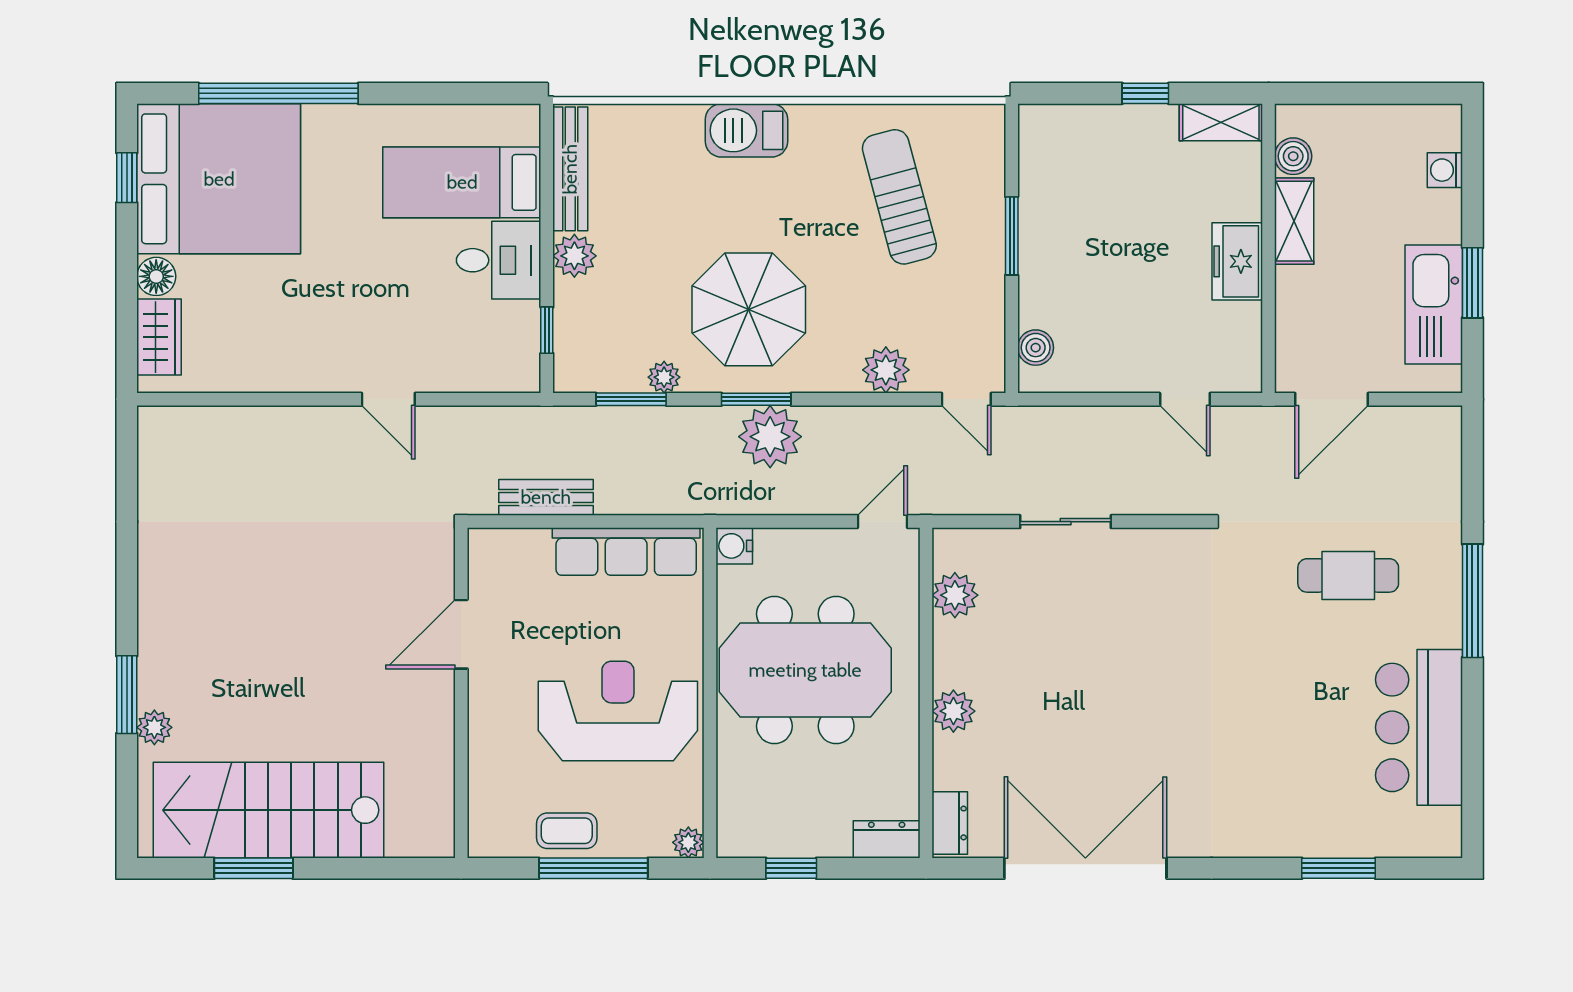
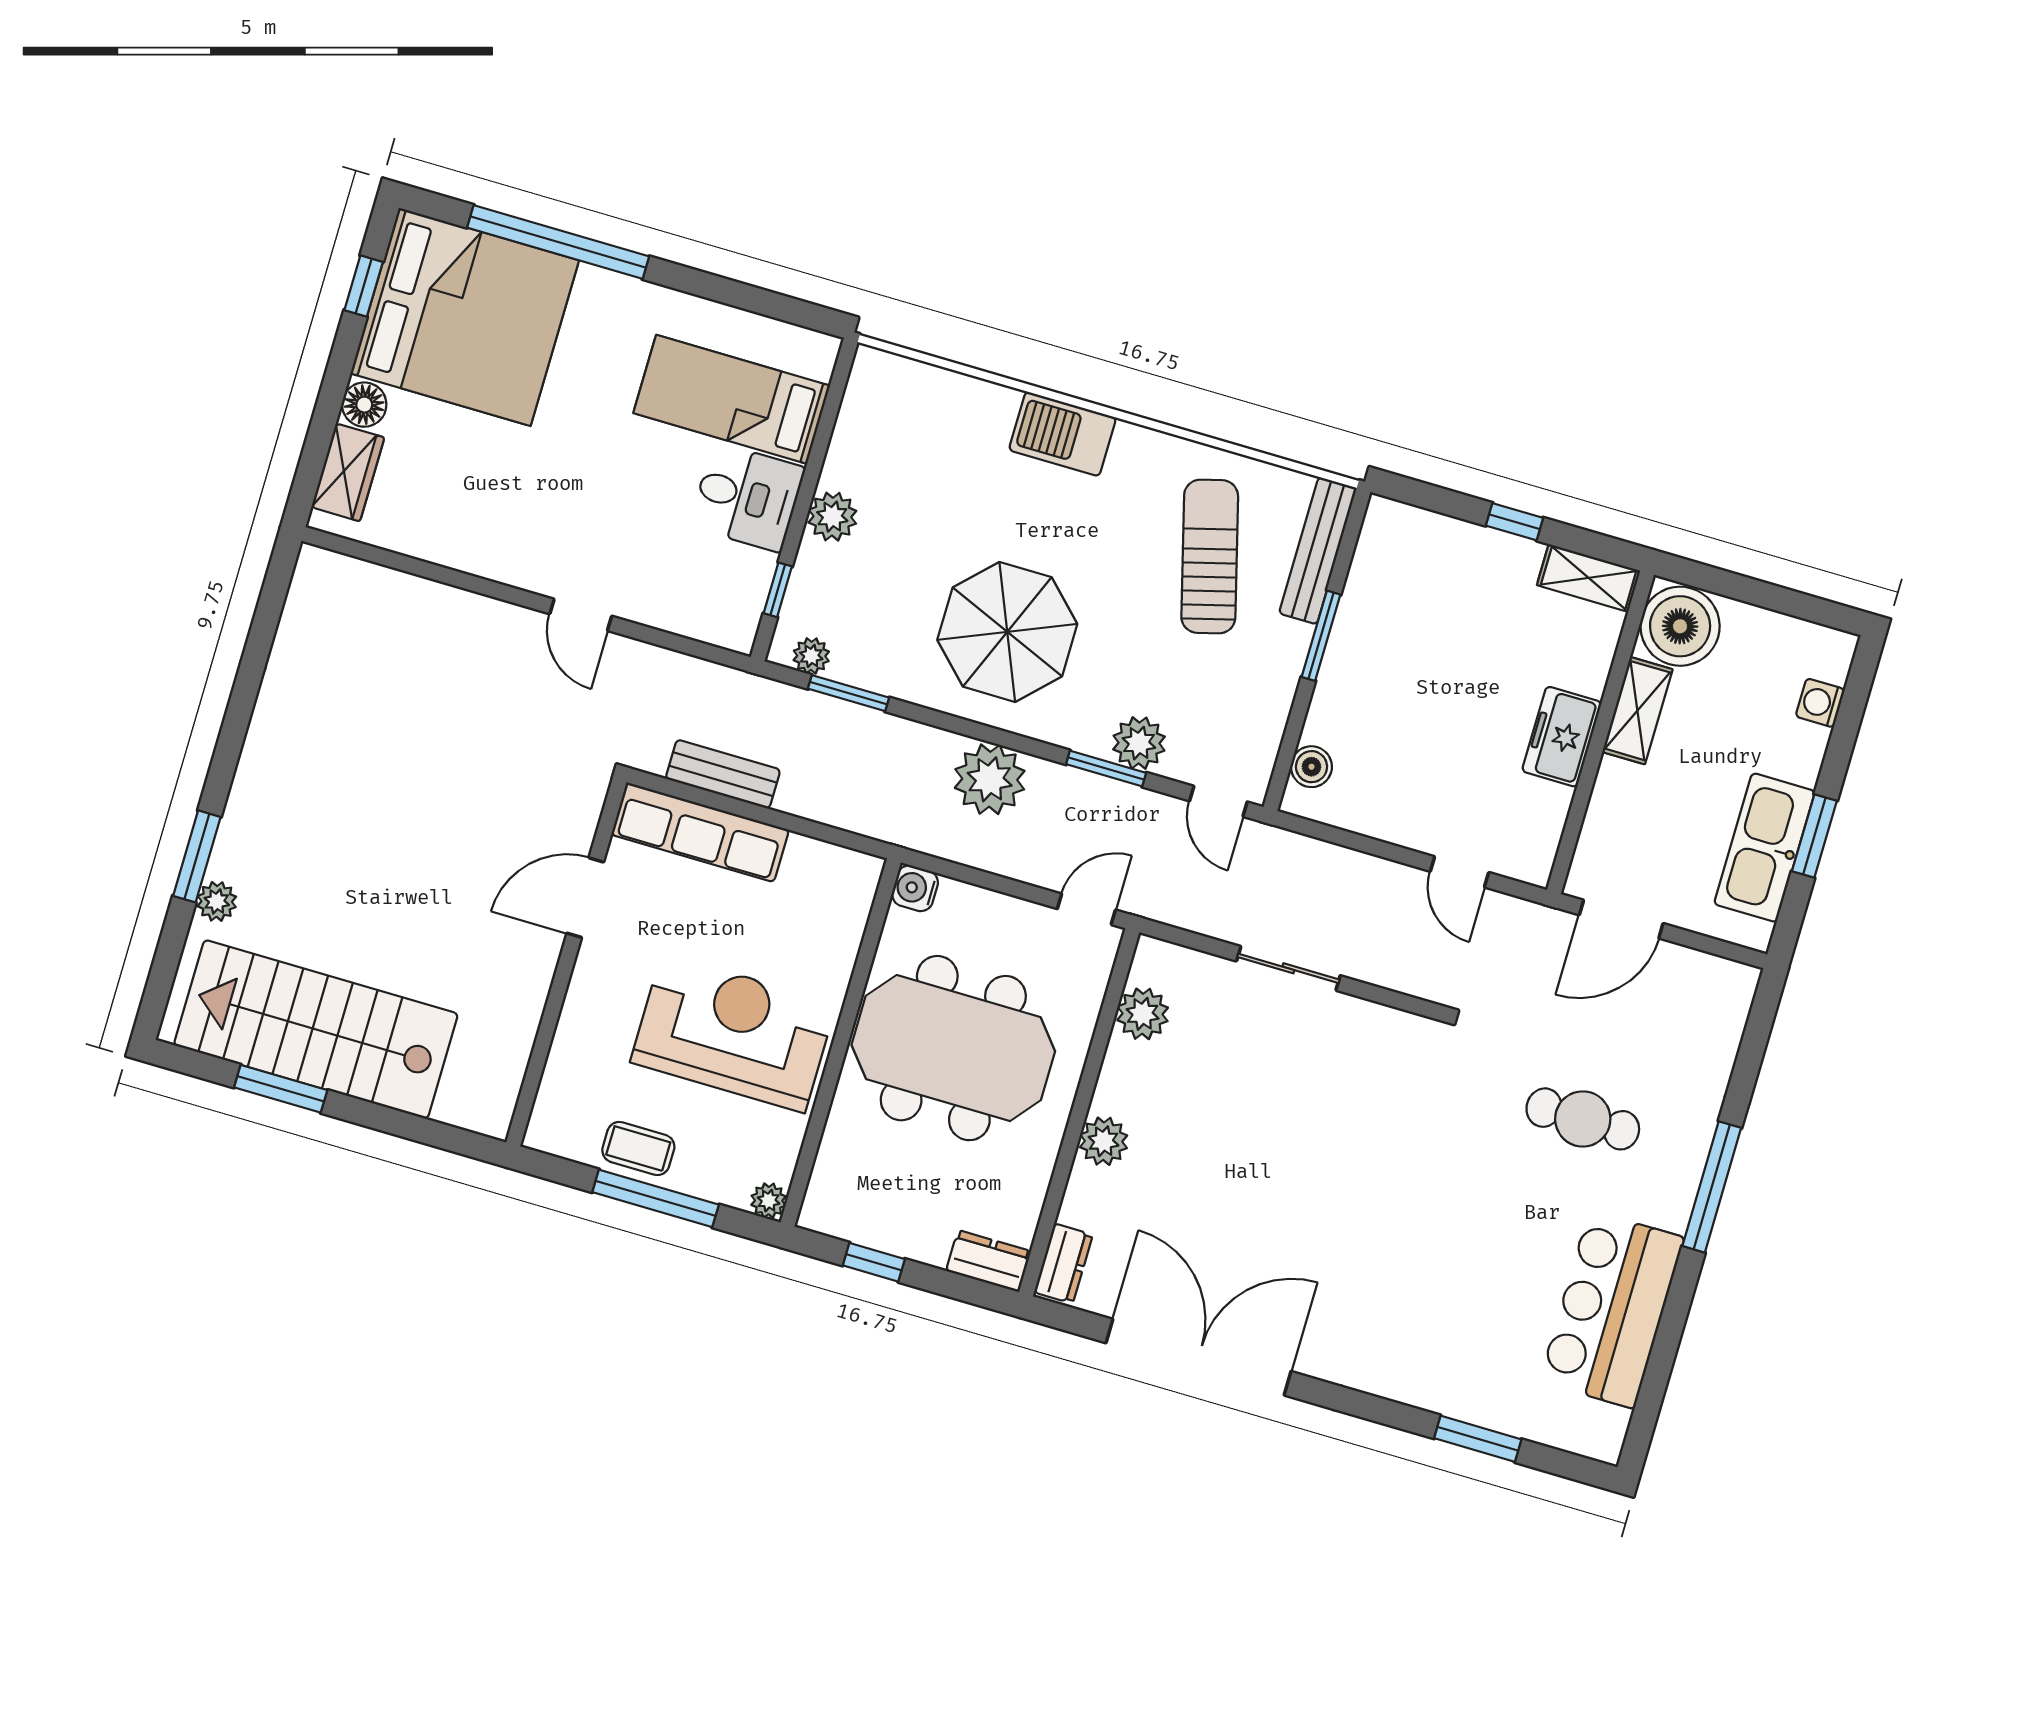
boiler: (1293, 156) -> (1680, 626), width x1.86, depth x1.86
bench: (570, 169) -> (1318, 551), moved
plant: (664, 377) -> (811, 656), moved
window: (756, 399) -> (1106, 769), moved
row of seats: (626, 552) -> (700, 832), moved

